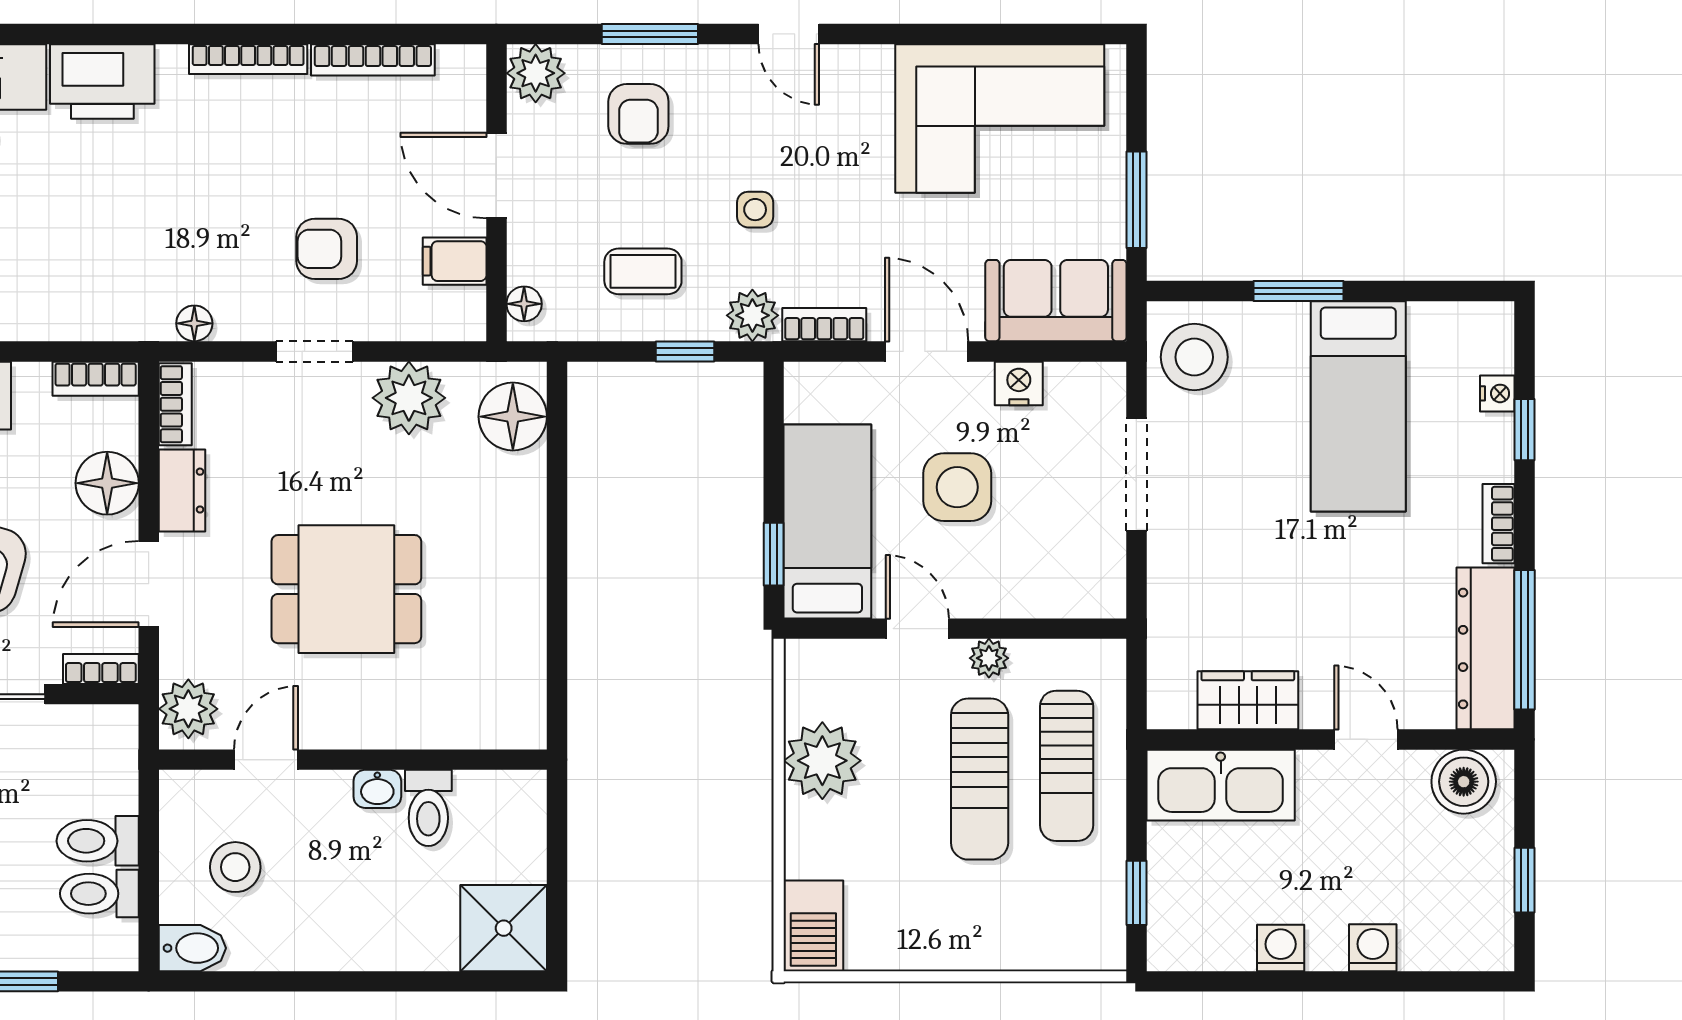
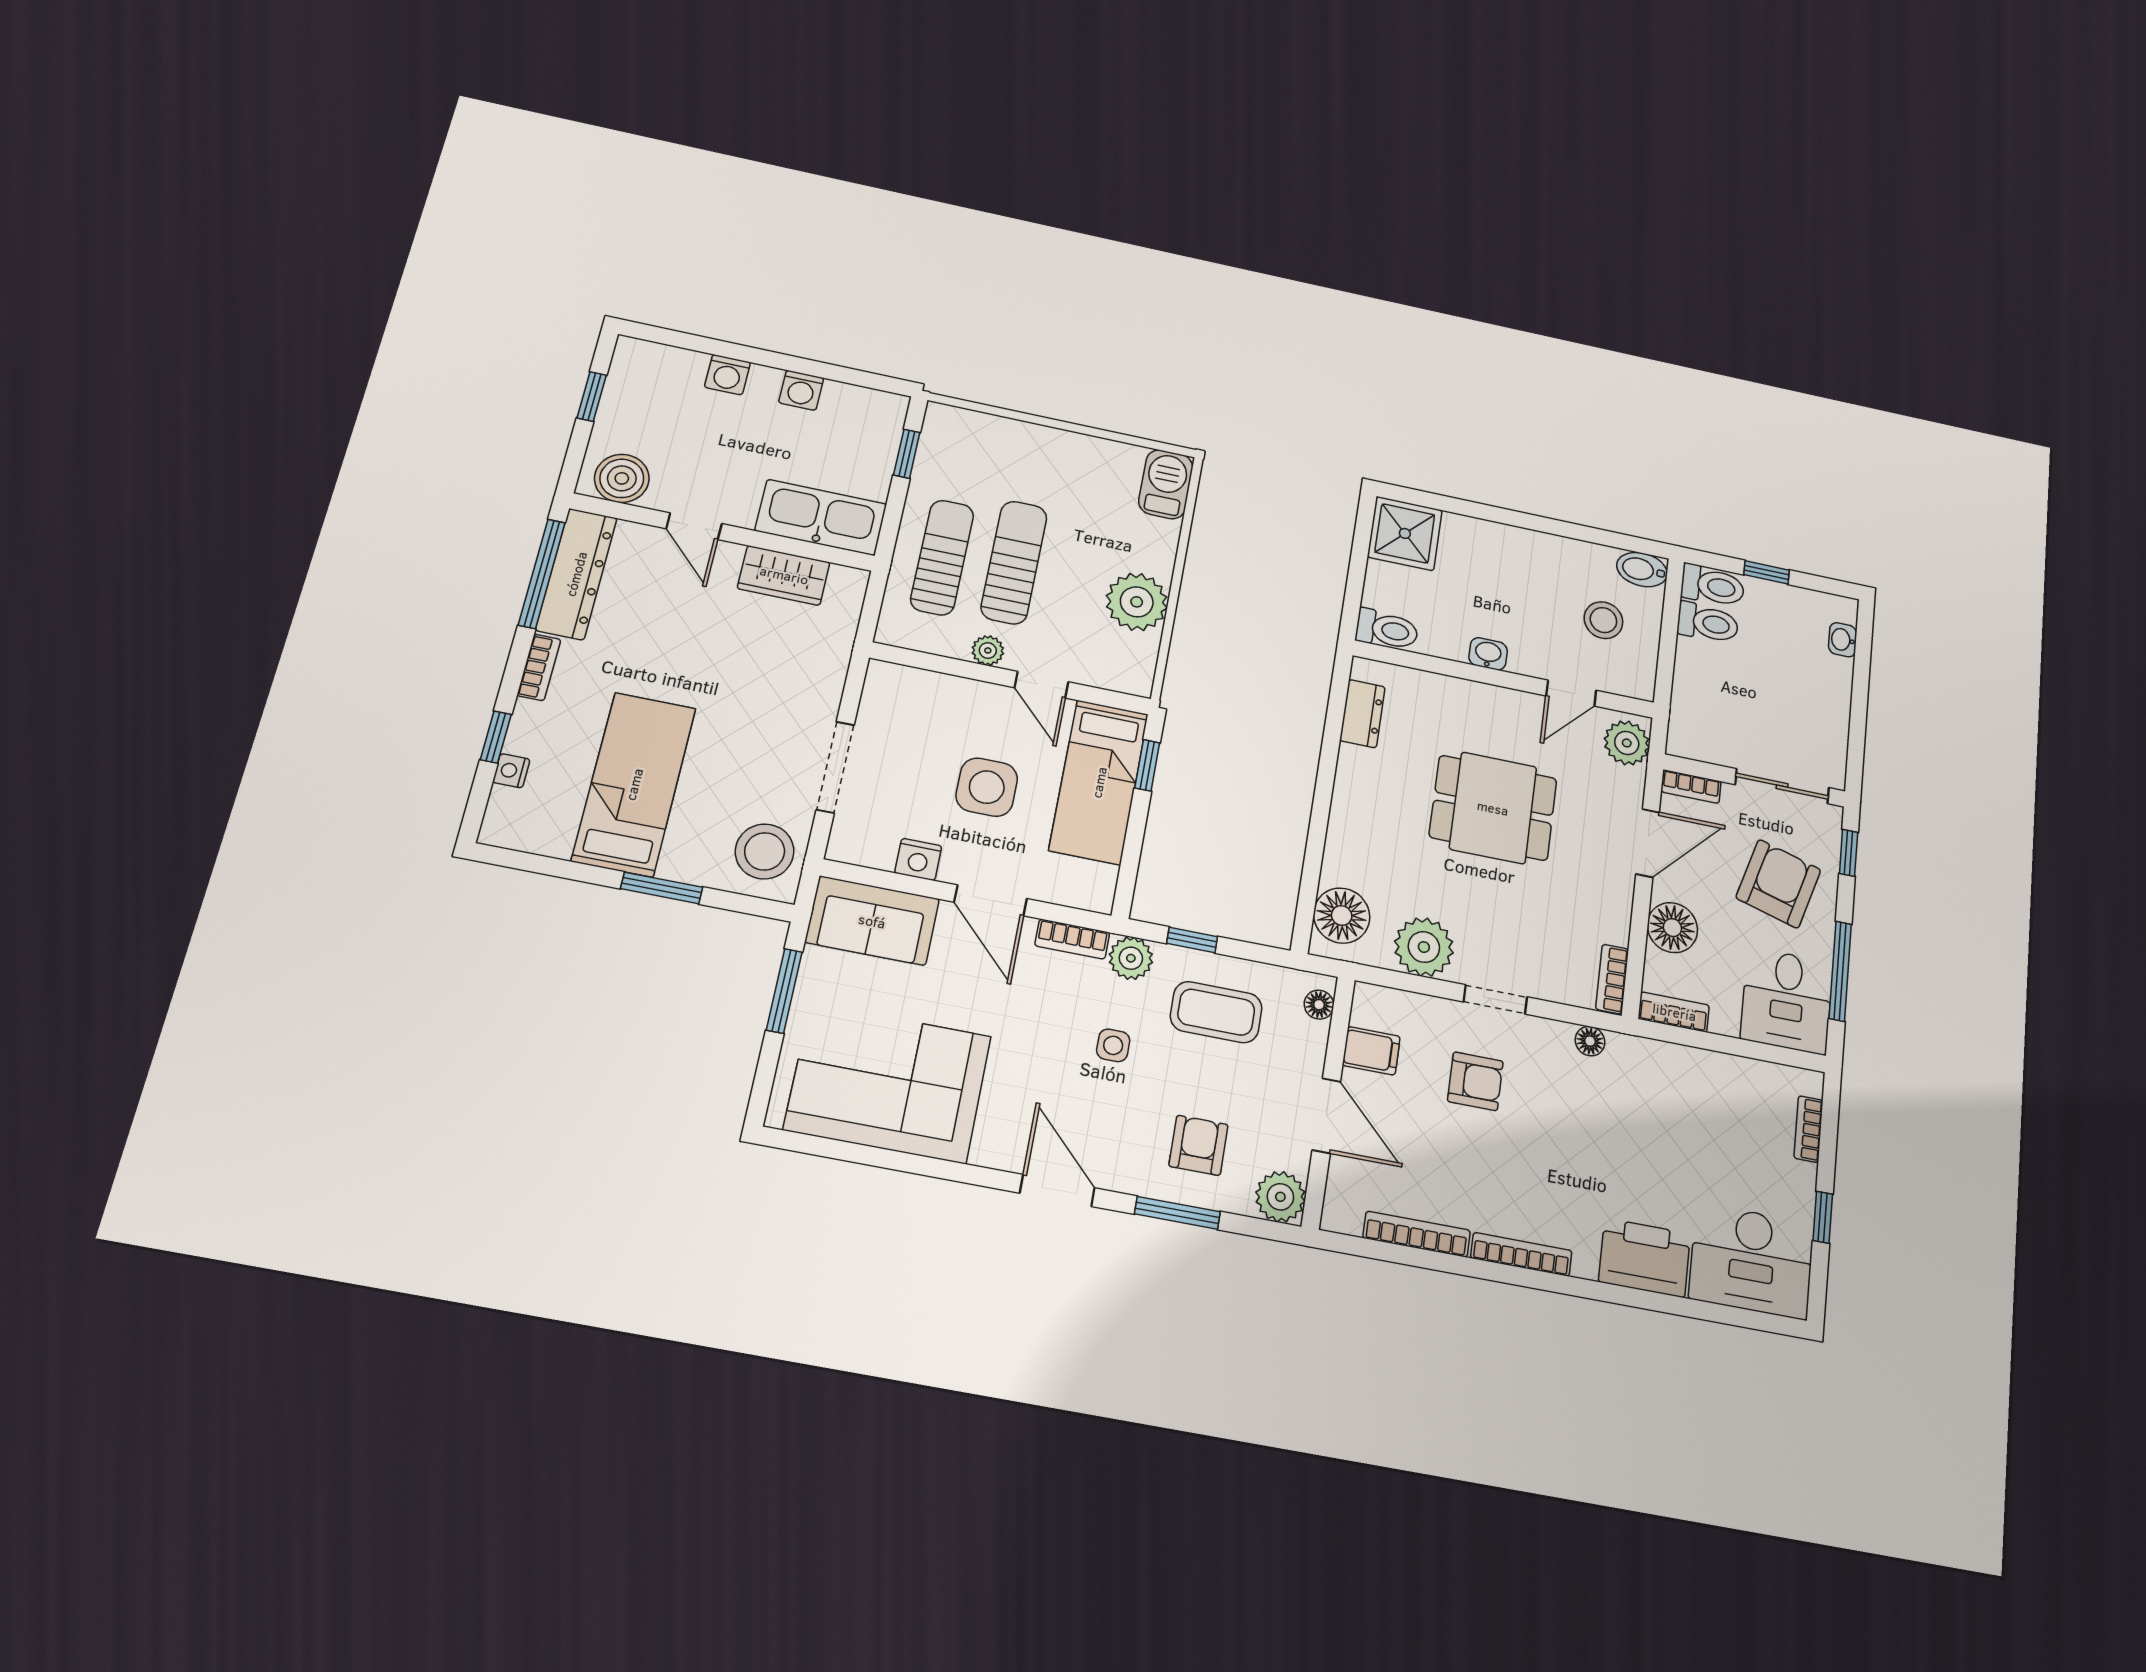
door: (789, 34) -> (1057, 1190), width x1.37
coffee table: (643, 271) -> (1216, 1012), width x1.36, depth x1.30
dresser: (182, 491) -> (1362, 714), moved, turned 180
toilet: (428, 808) -> (1387, 630), moved, turned 90
toilet: (98, 841) -> (1713, 586), moved

